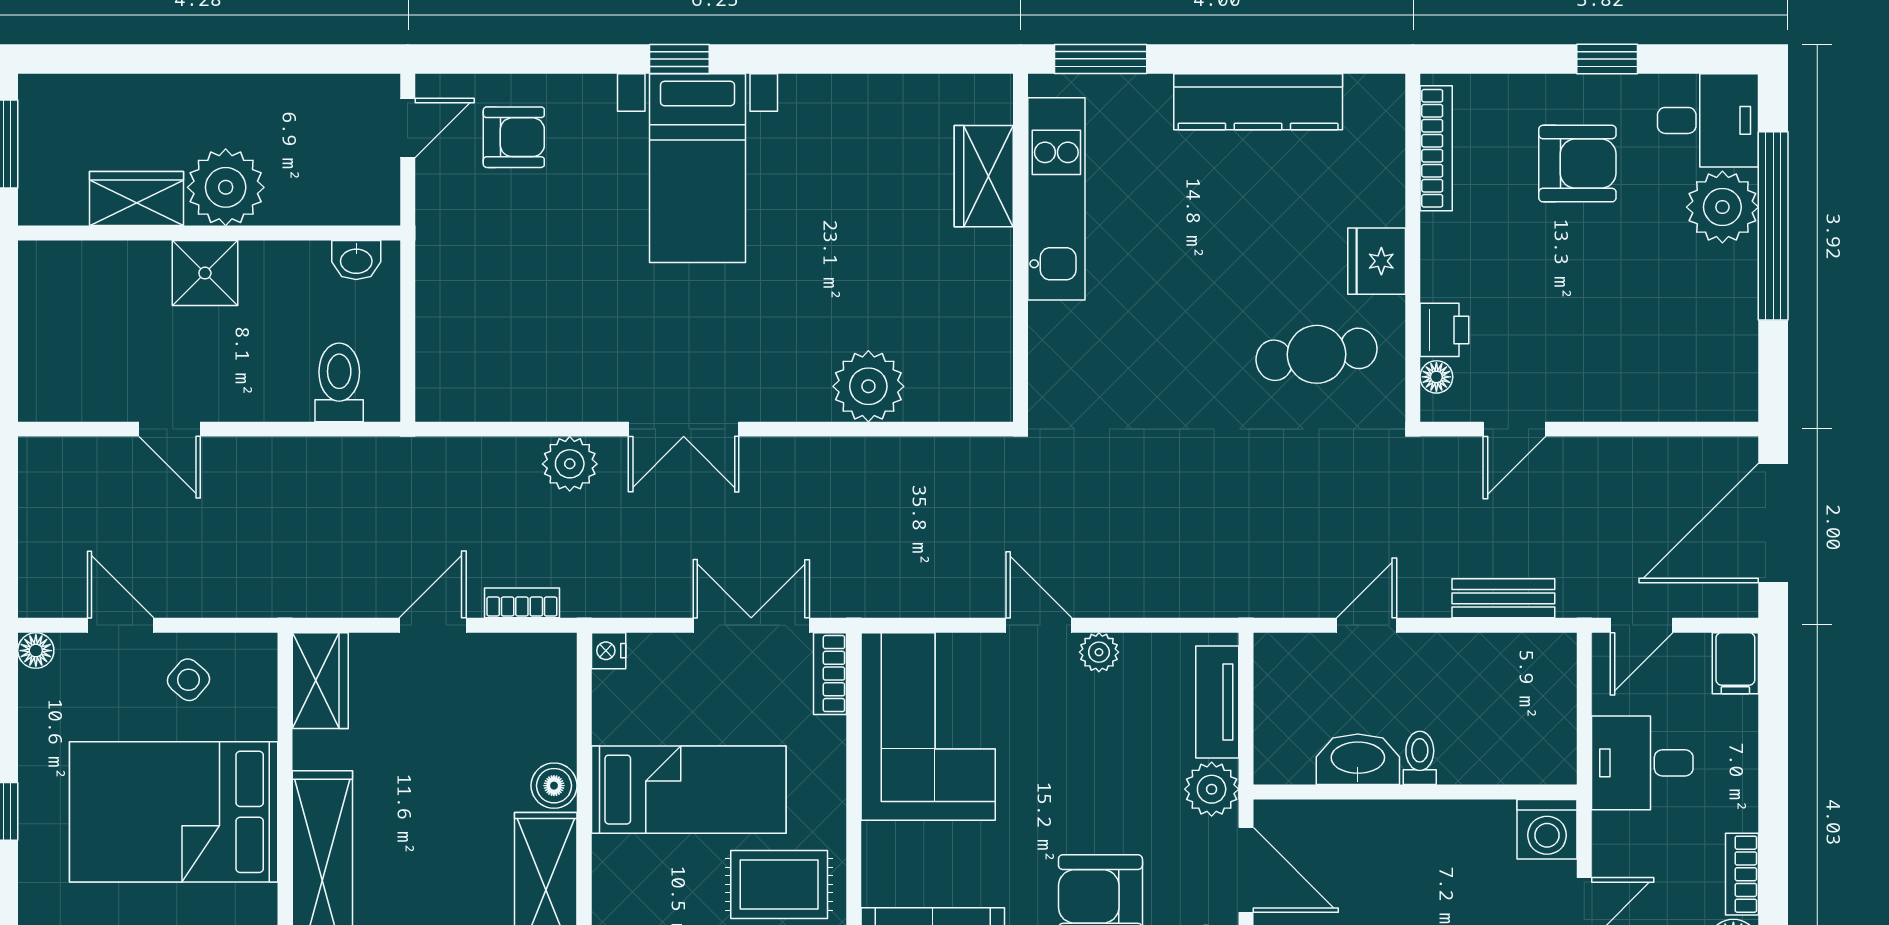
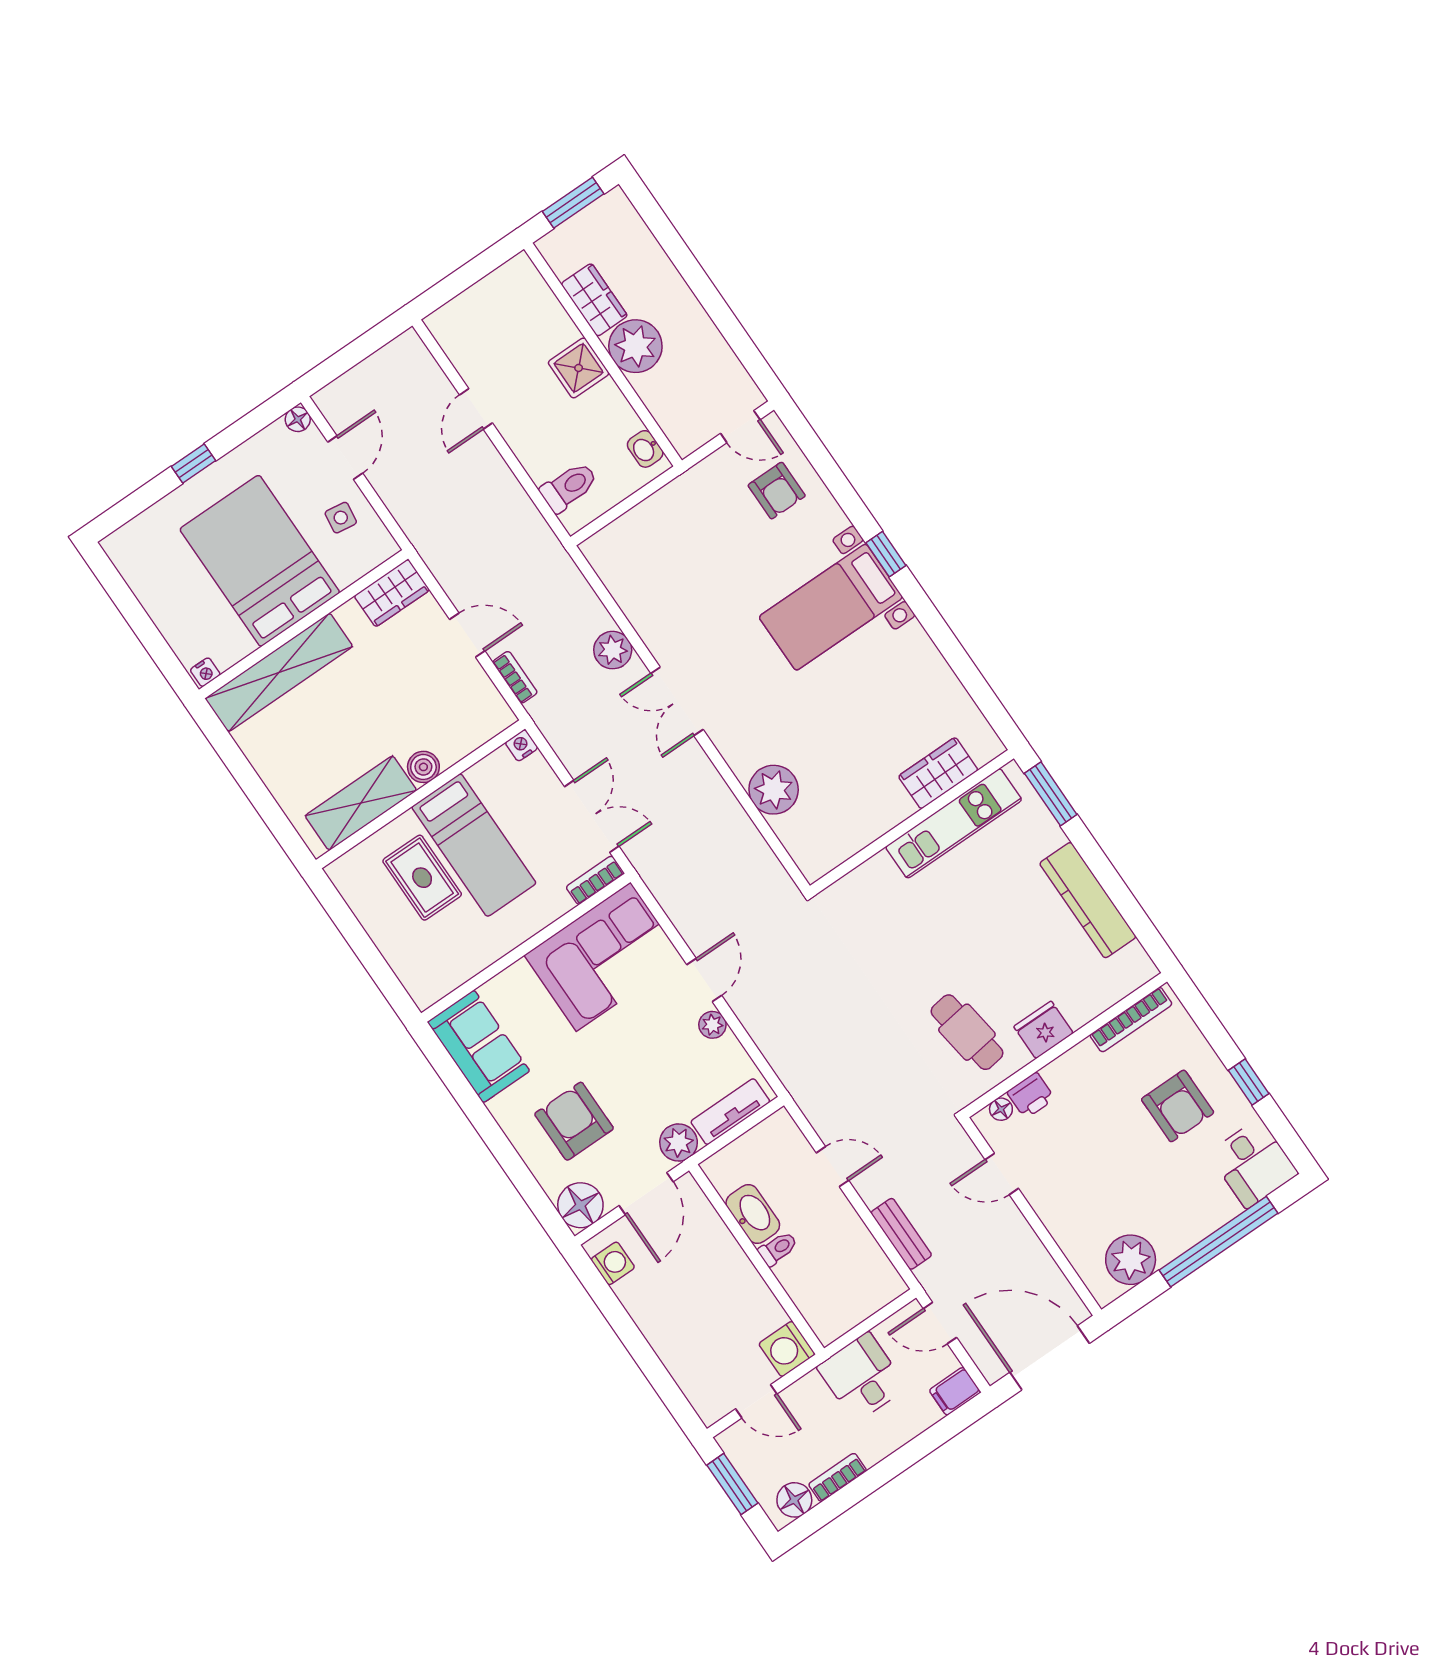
plant: (1722, 207) -> (1131, 1260), moved
side table: (188, 680) -> (341, 518), turned -32
rug: (779, 884) -> (422, 878), moved

